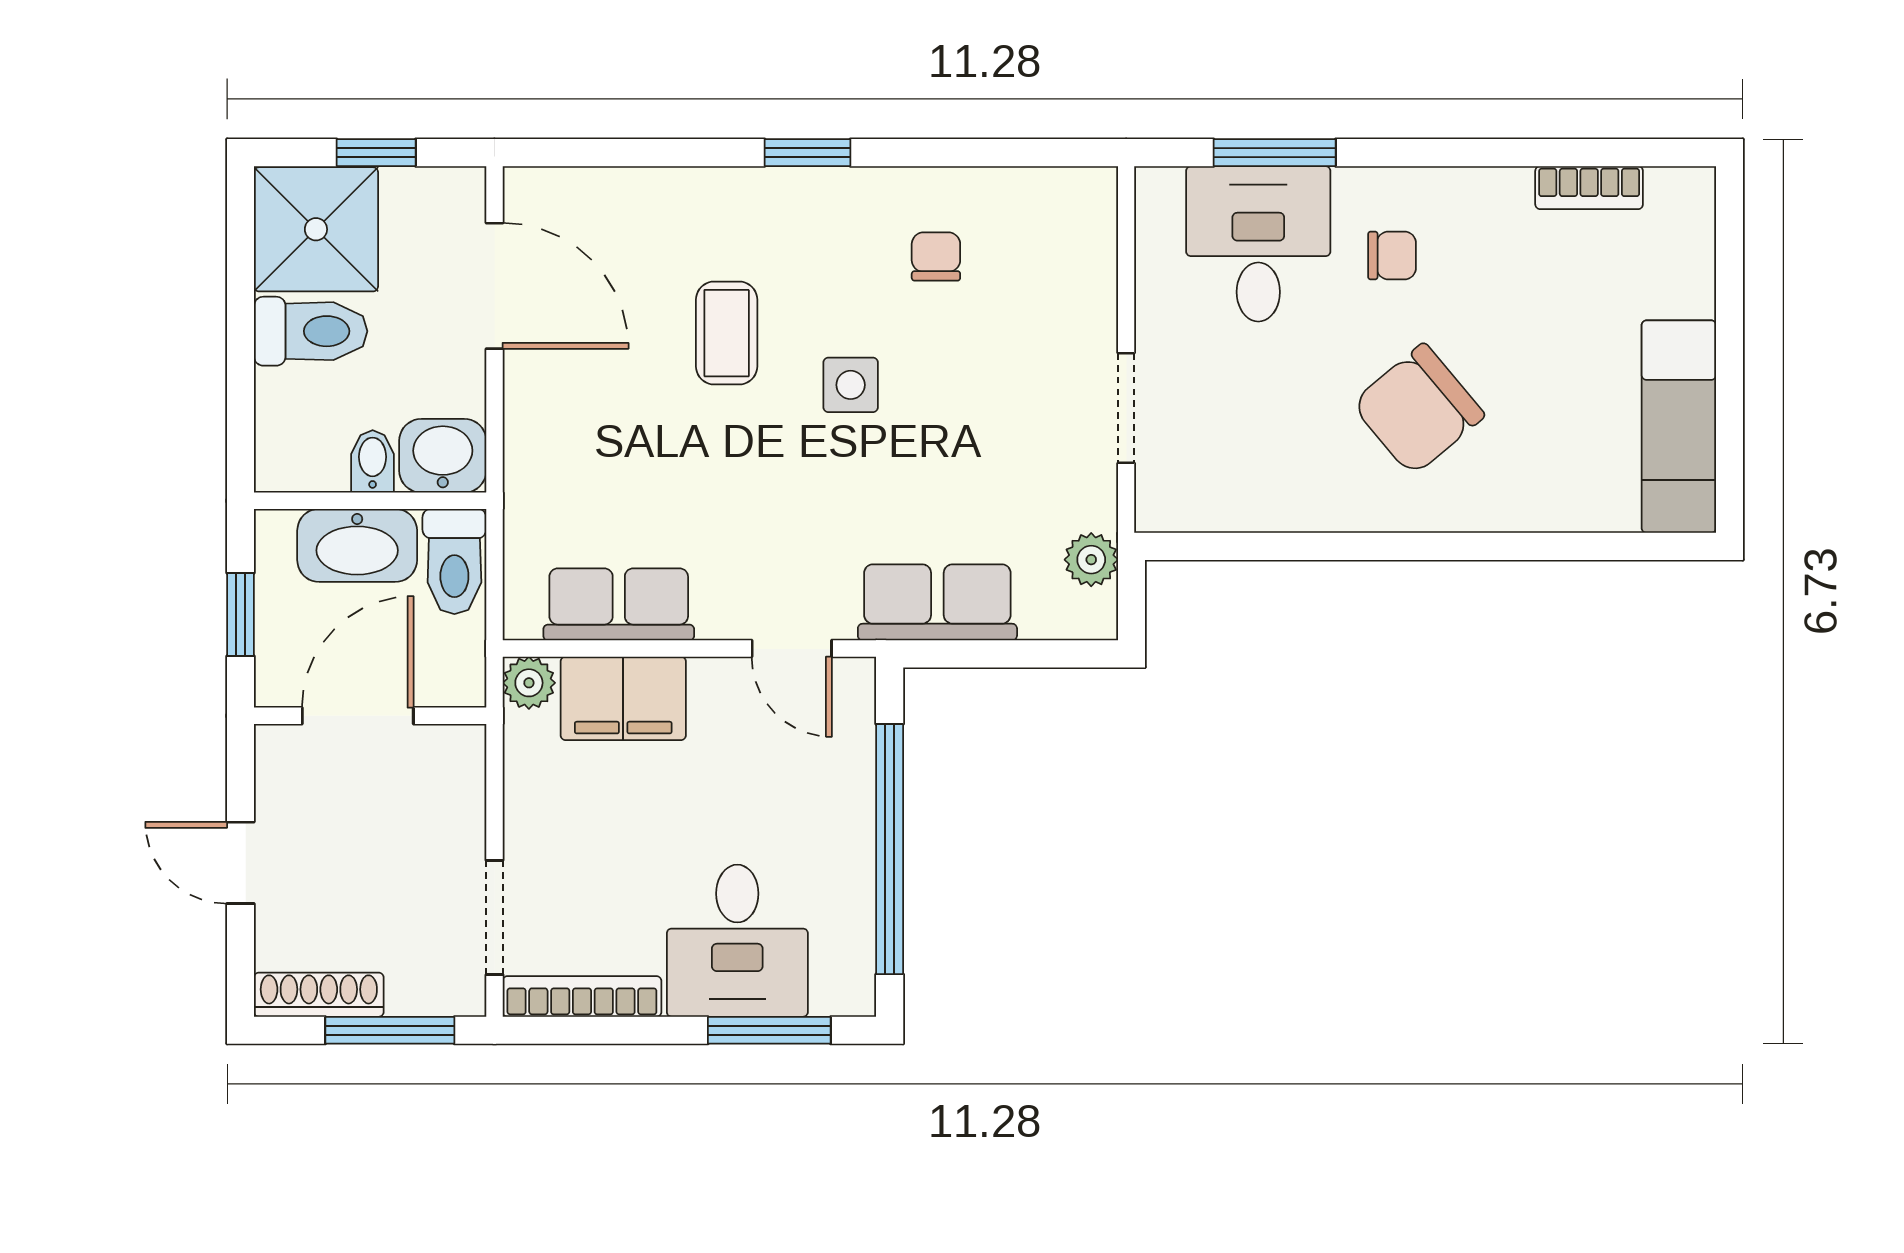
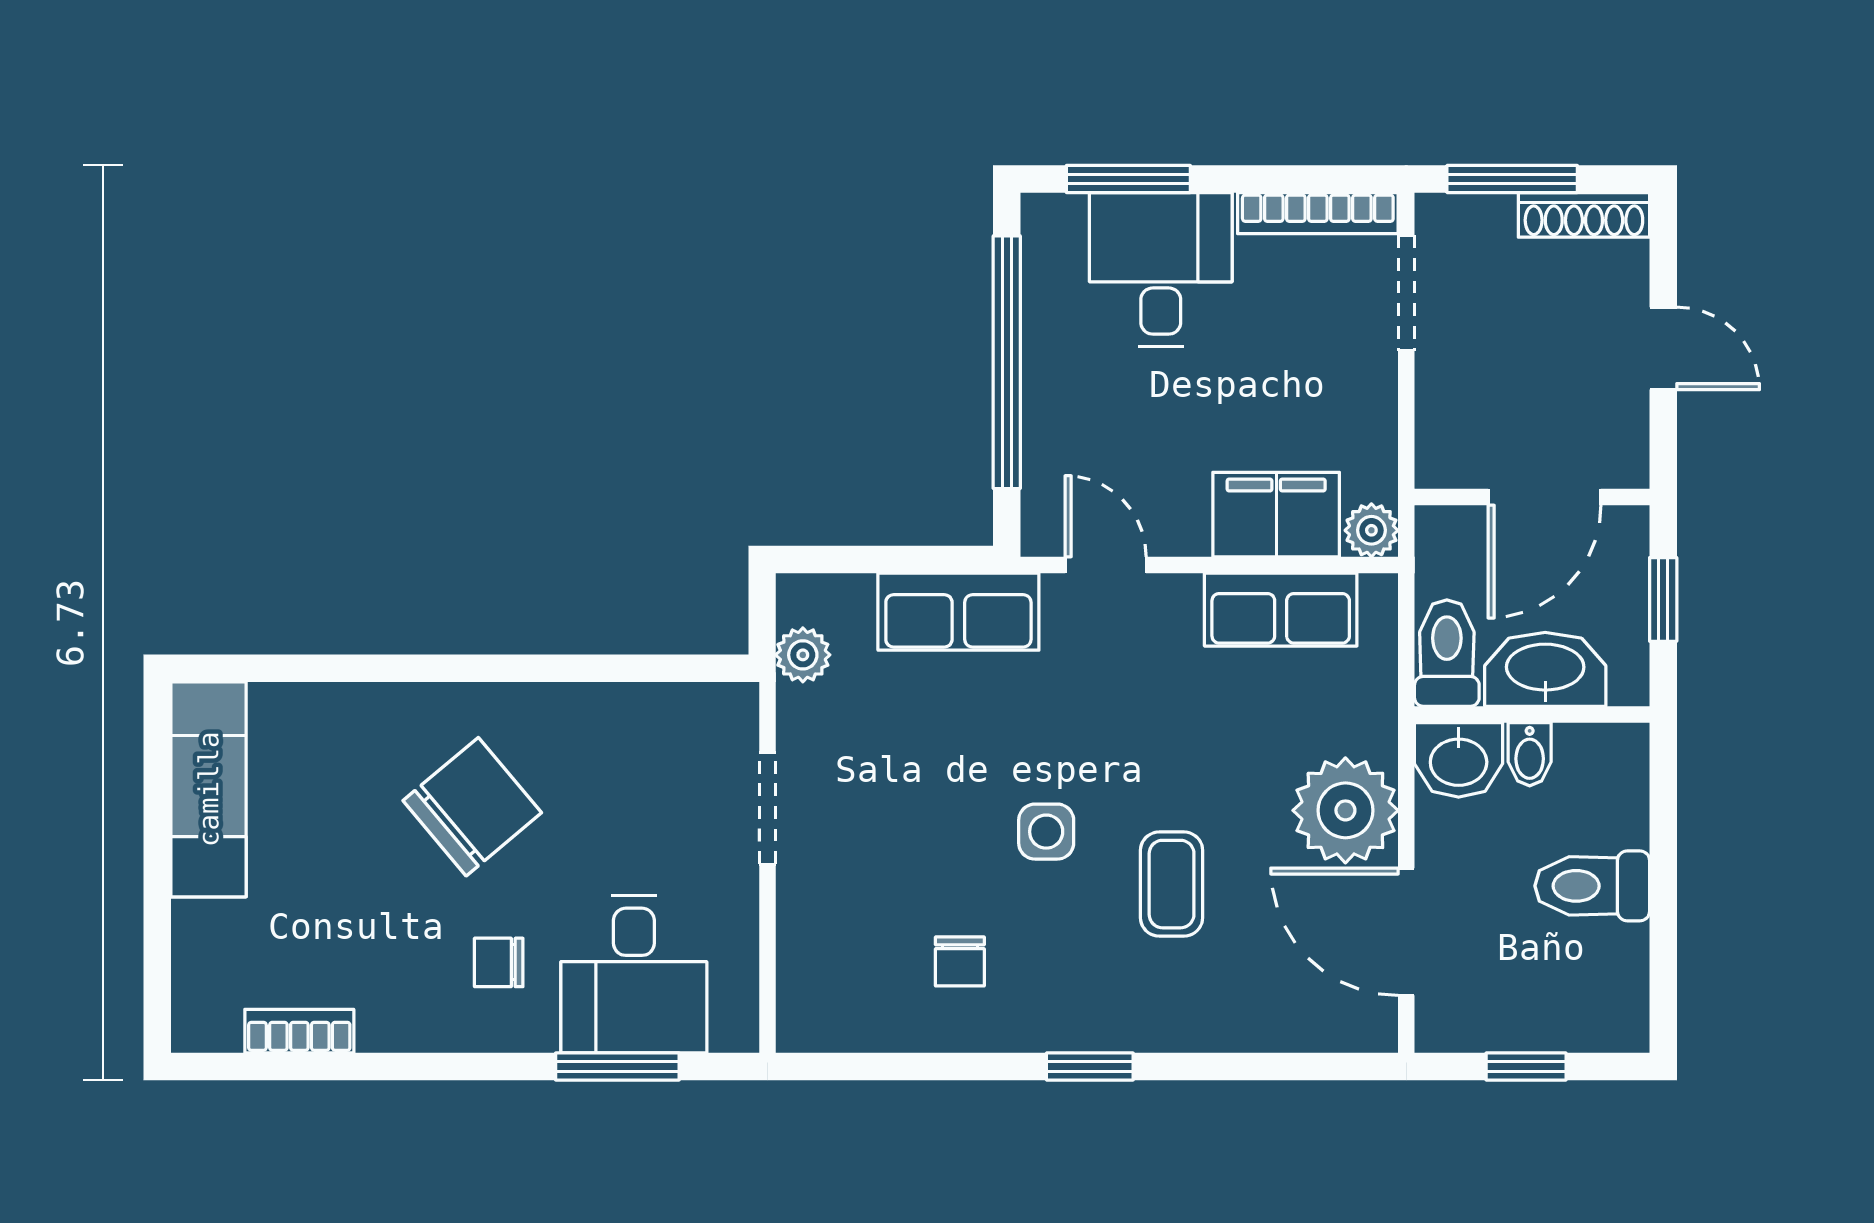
shower: (316, 229) -> (1587, 989), removed
plant: (555, 406) -> (1345, 810), added

